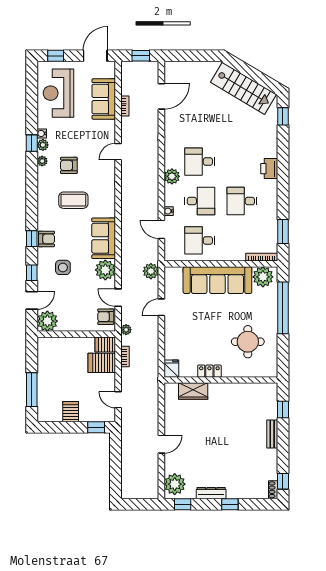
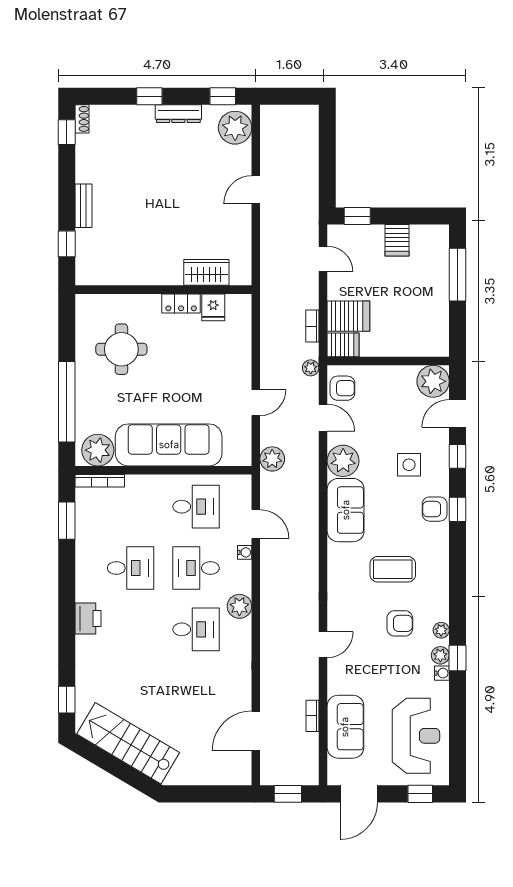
fridge: (171, 369) -> (213, 307), moved

